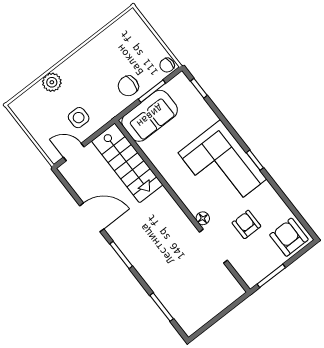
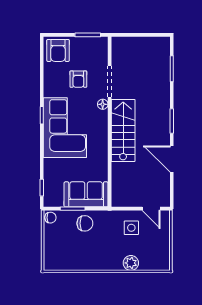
stairs: (127, 163) -> (123, 130), moved

